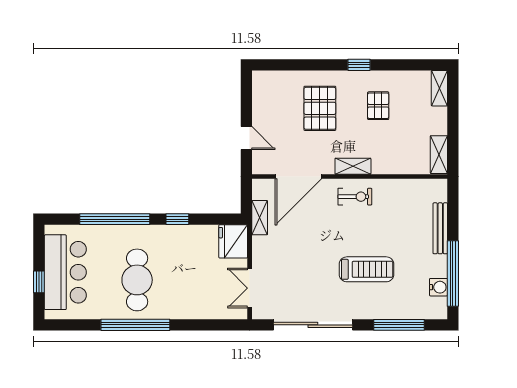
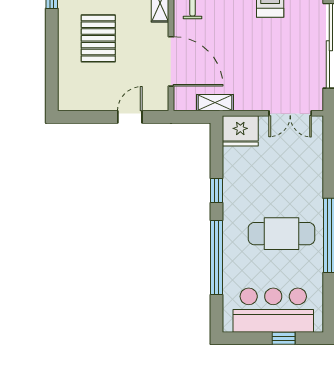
pallet: (320, 108) -> (98, 38), turned 90

